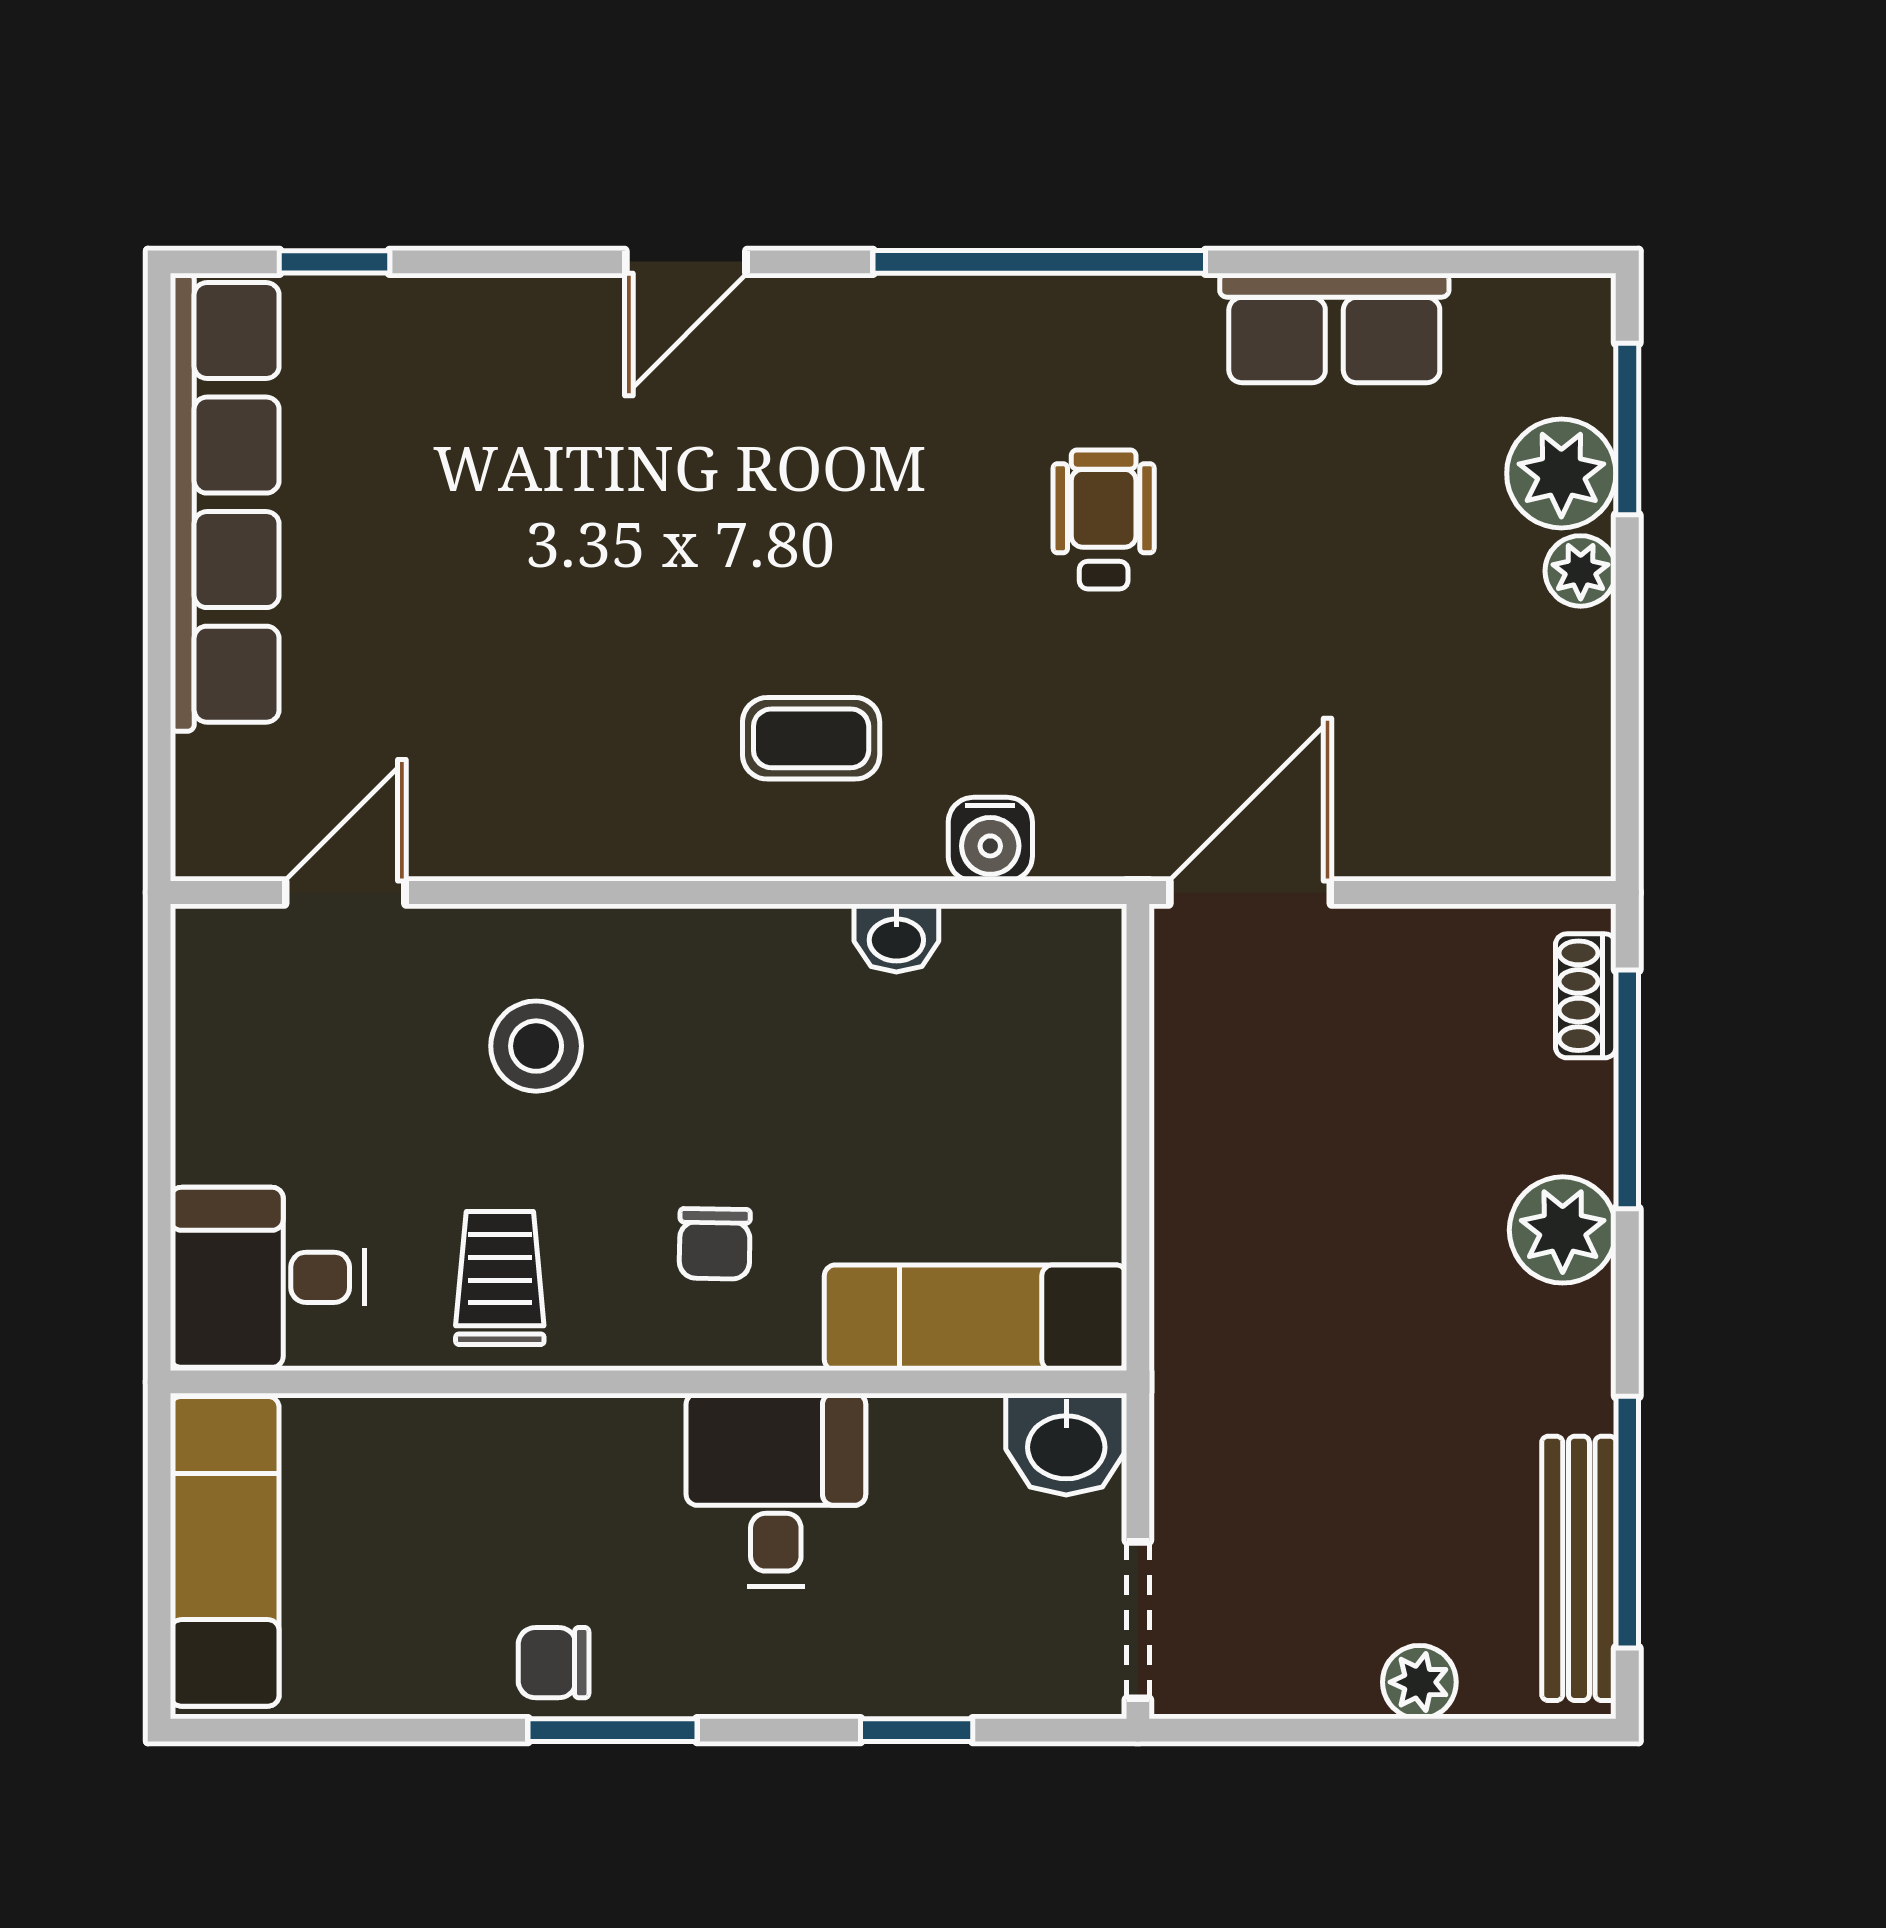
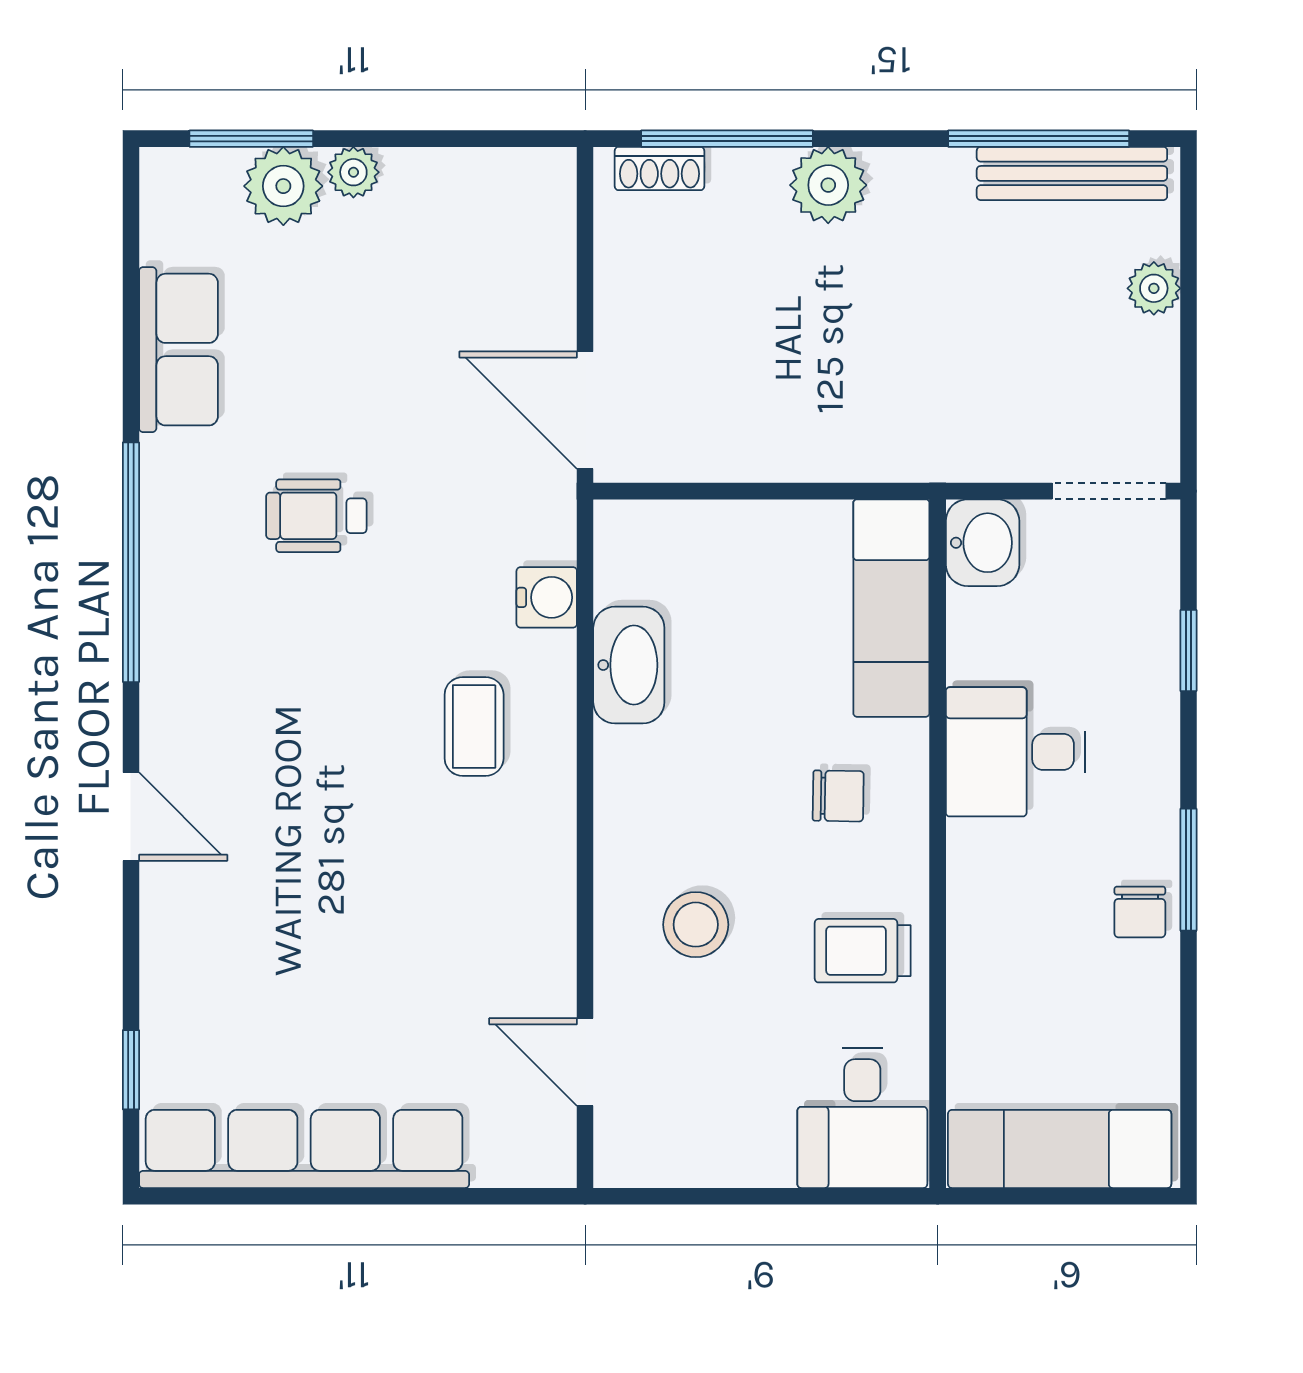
washbasin: (896, 938) -> (629, 665), width x1.91, depth x1.45

